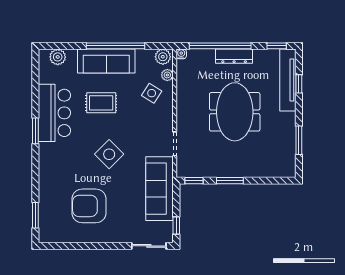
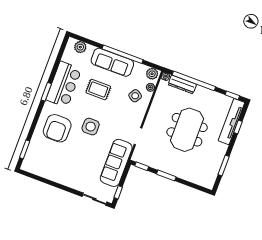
dresser: (234, 56) -> (182, 84), moved
side table: (109, 154) -> (91, 127), turned 45
armchair: (89, 206) -> (57, 128), moved, turned -90

